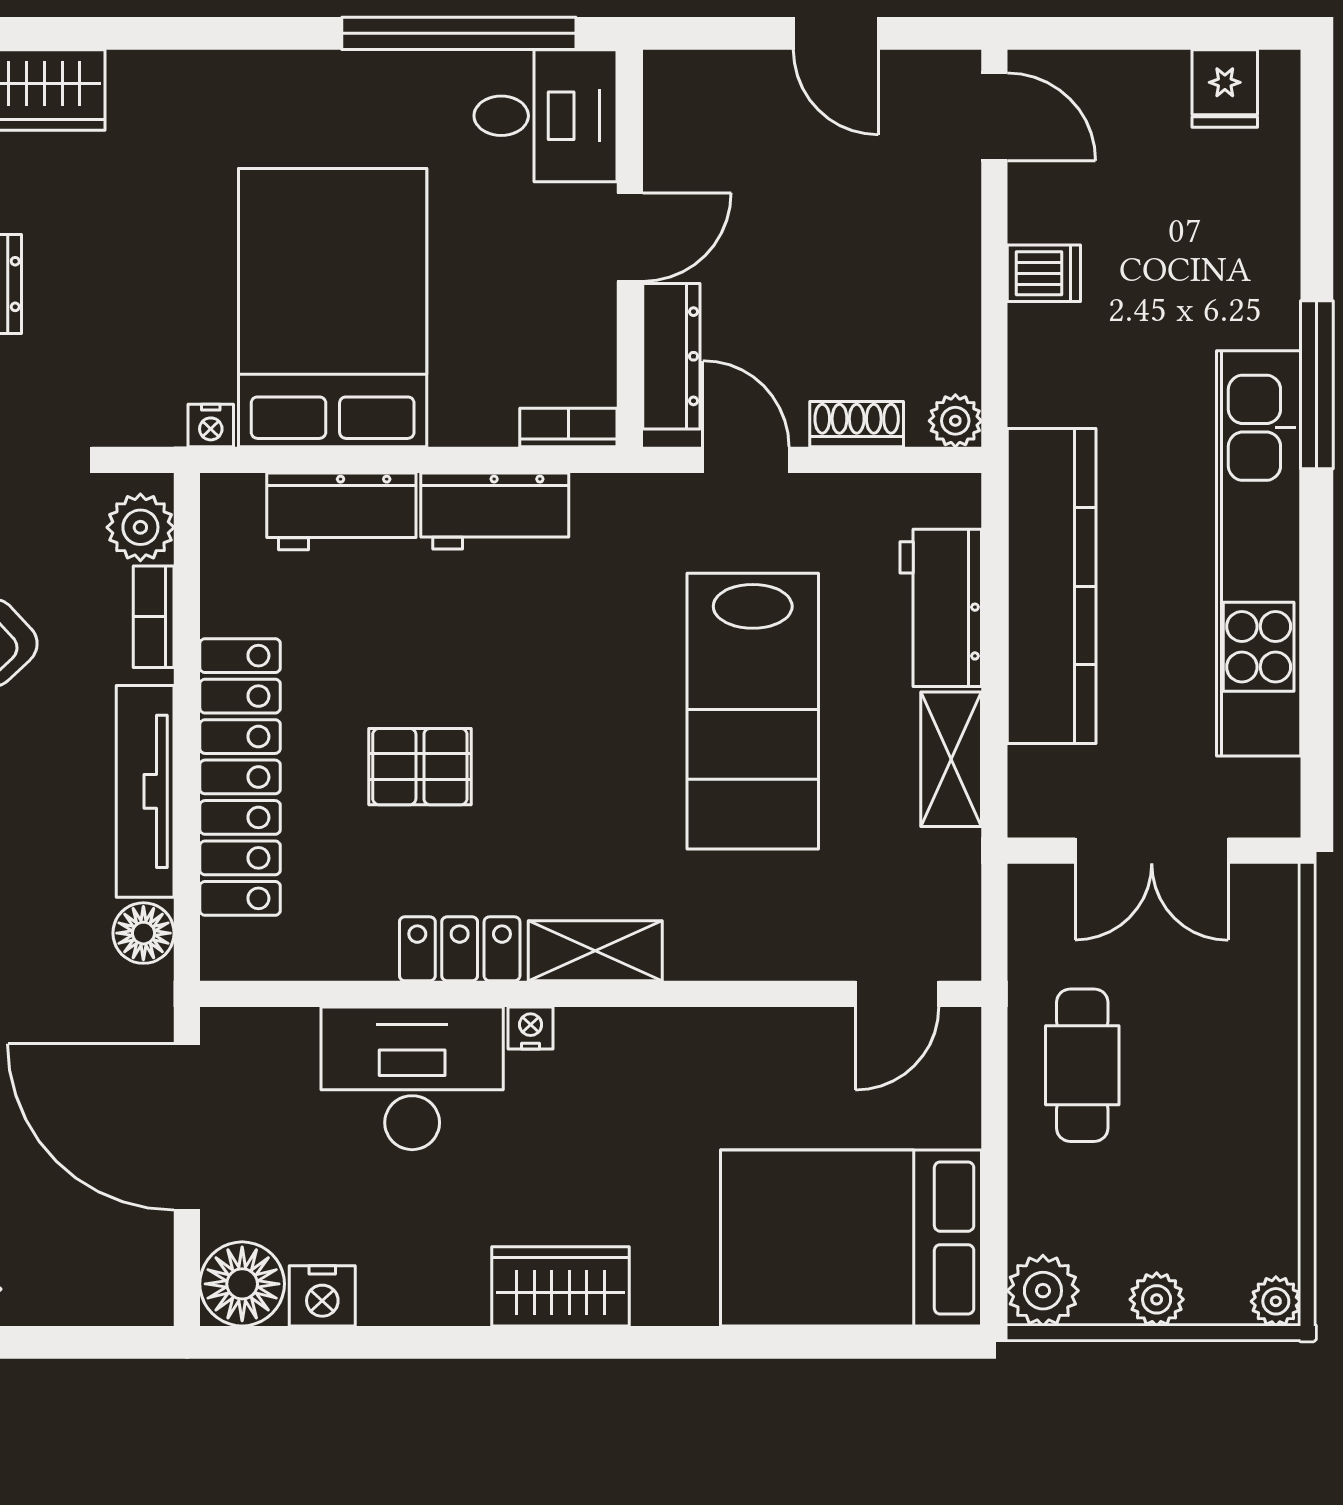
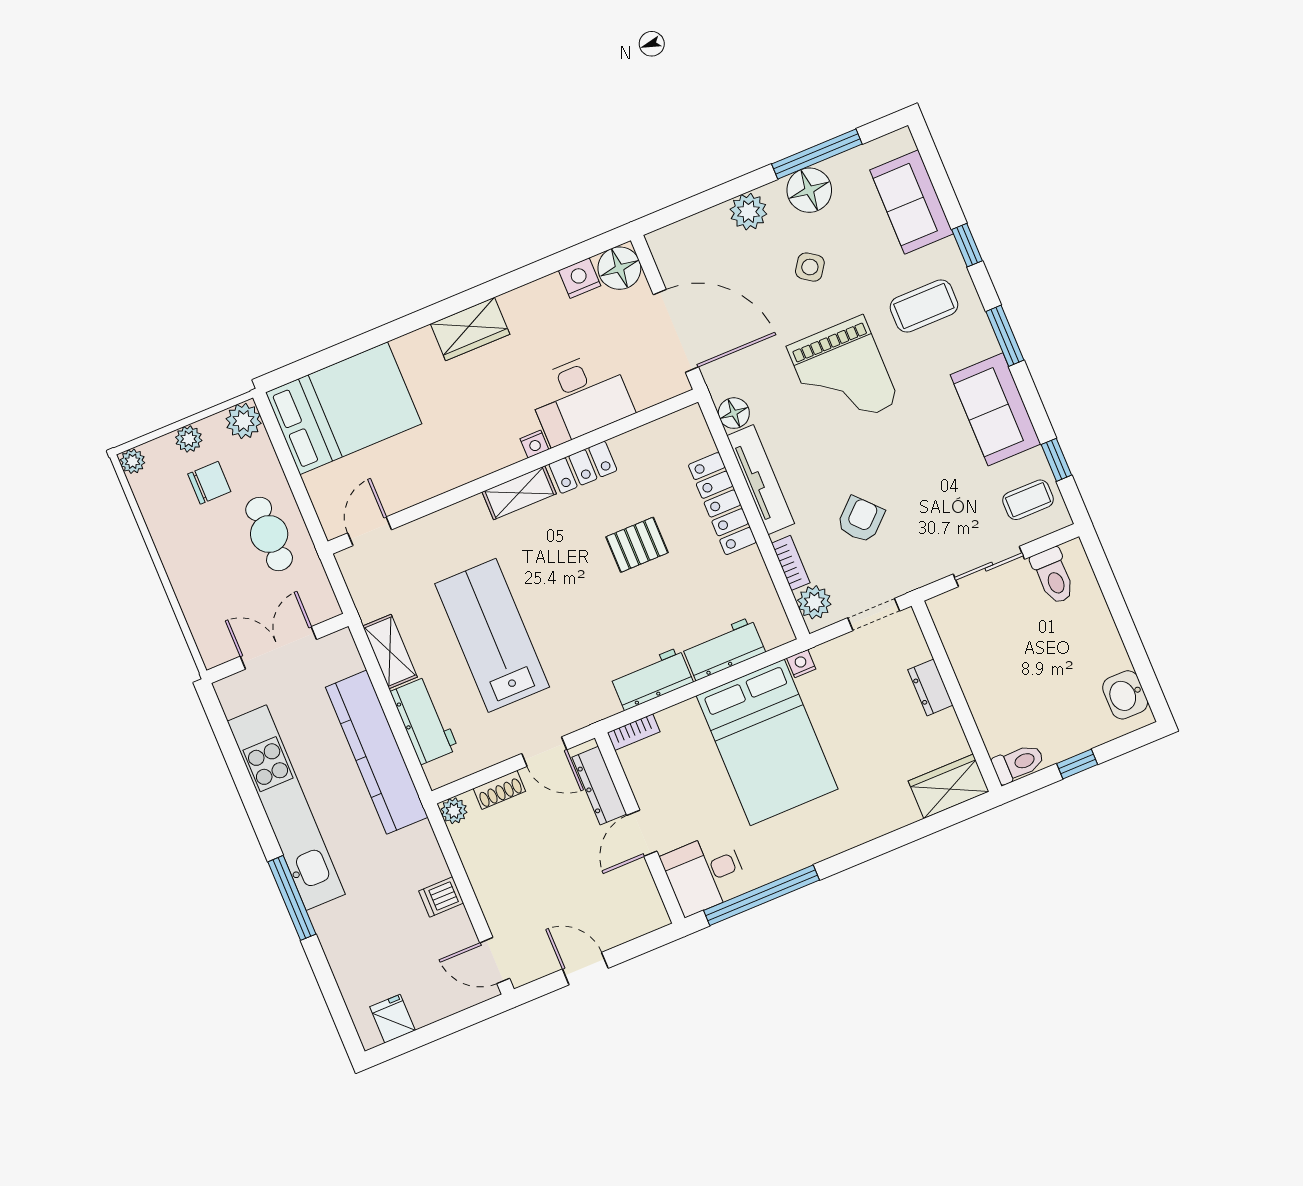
locker: (240, 777) -> (722, 504), width x0.71, depth x0.83
chair: (1153, 1204) -> (209, 483), added

